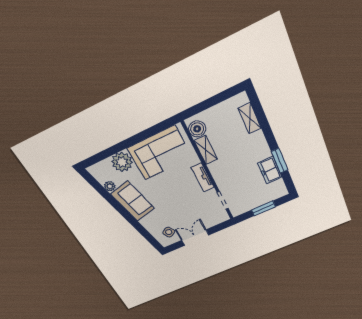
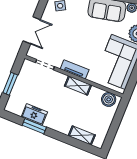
shelving: (206, 150) -> (78, 85), moved
double door: (195, 238) -> (32, 30), moved

